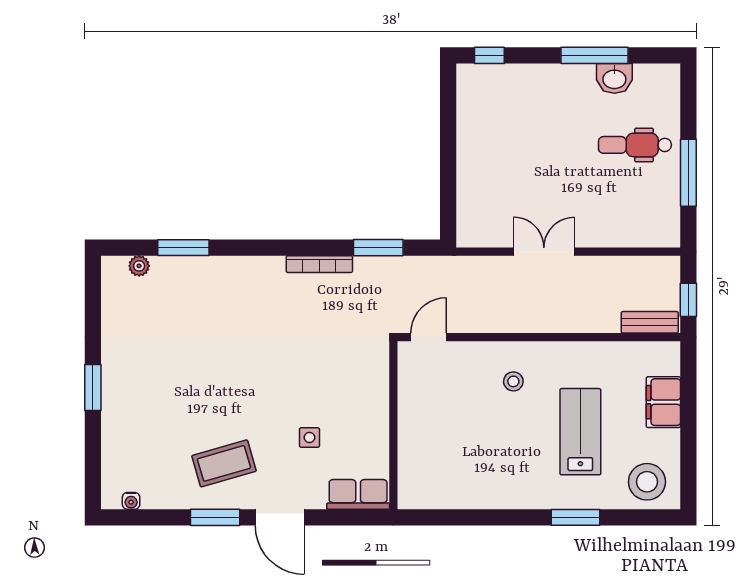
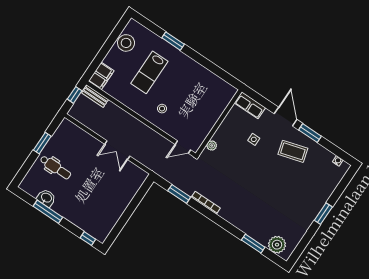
window: (688, 173) -> (42, 143), width x0.69
plant: (139, 266) -> (277, 245), width x1.88, depth x1.88
plant: (378, 375) -> (212, 145), added
filing cabinet: (663, 402) -> (101, 76), moved
stool: (647, 482) -> (126, 43), moved

